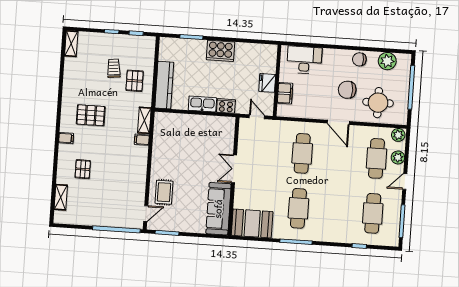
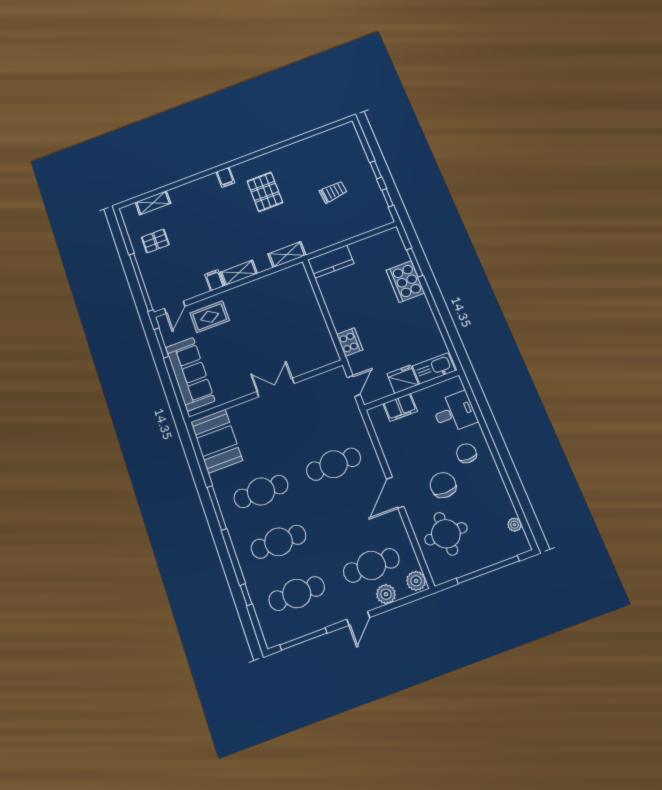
shelving: (71, 44) -> (239, 273), moved
cooker: (220, 51) -> (405, 282), moved
chair: (359, 59) -> (466, 453), moved
desk: (304, 60) -> (454, 412), width x0.73
plant: (387, 61) -> (515, 525), width x0.53, depth x0.53
pallet: (135, 81) -> (329, 222), removed
kitchen counter: (164, 85) -> (331, 262), width x0.67
kitchen sink: (202, 104) -> (434, 368), moved, turned -90
filing cabinet: (142, 140) -> (214, 280), moved
pallet: (83, 169) -> (155, 241), moved
door: (405, 181) -> (358, 618), swing flipped
sofa: (218, 209) -> (190, 374), moved, turned 90
cafe table: (336, 211) -> (279, 542), added
door: (146, 213) -> (175, 307), hinge flipped

